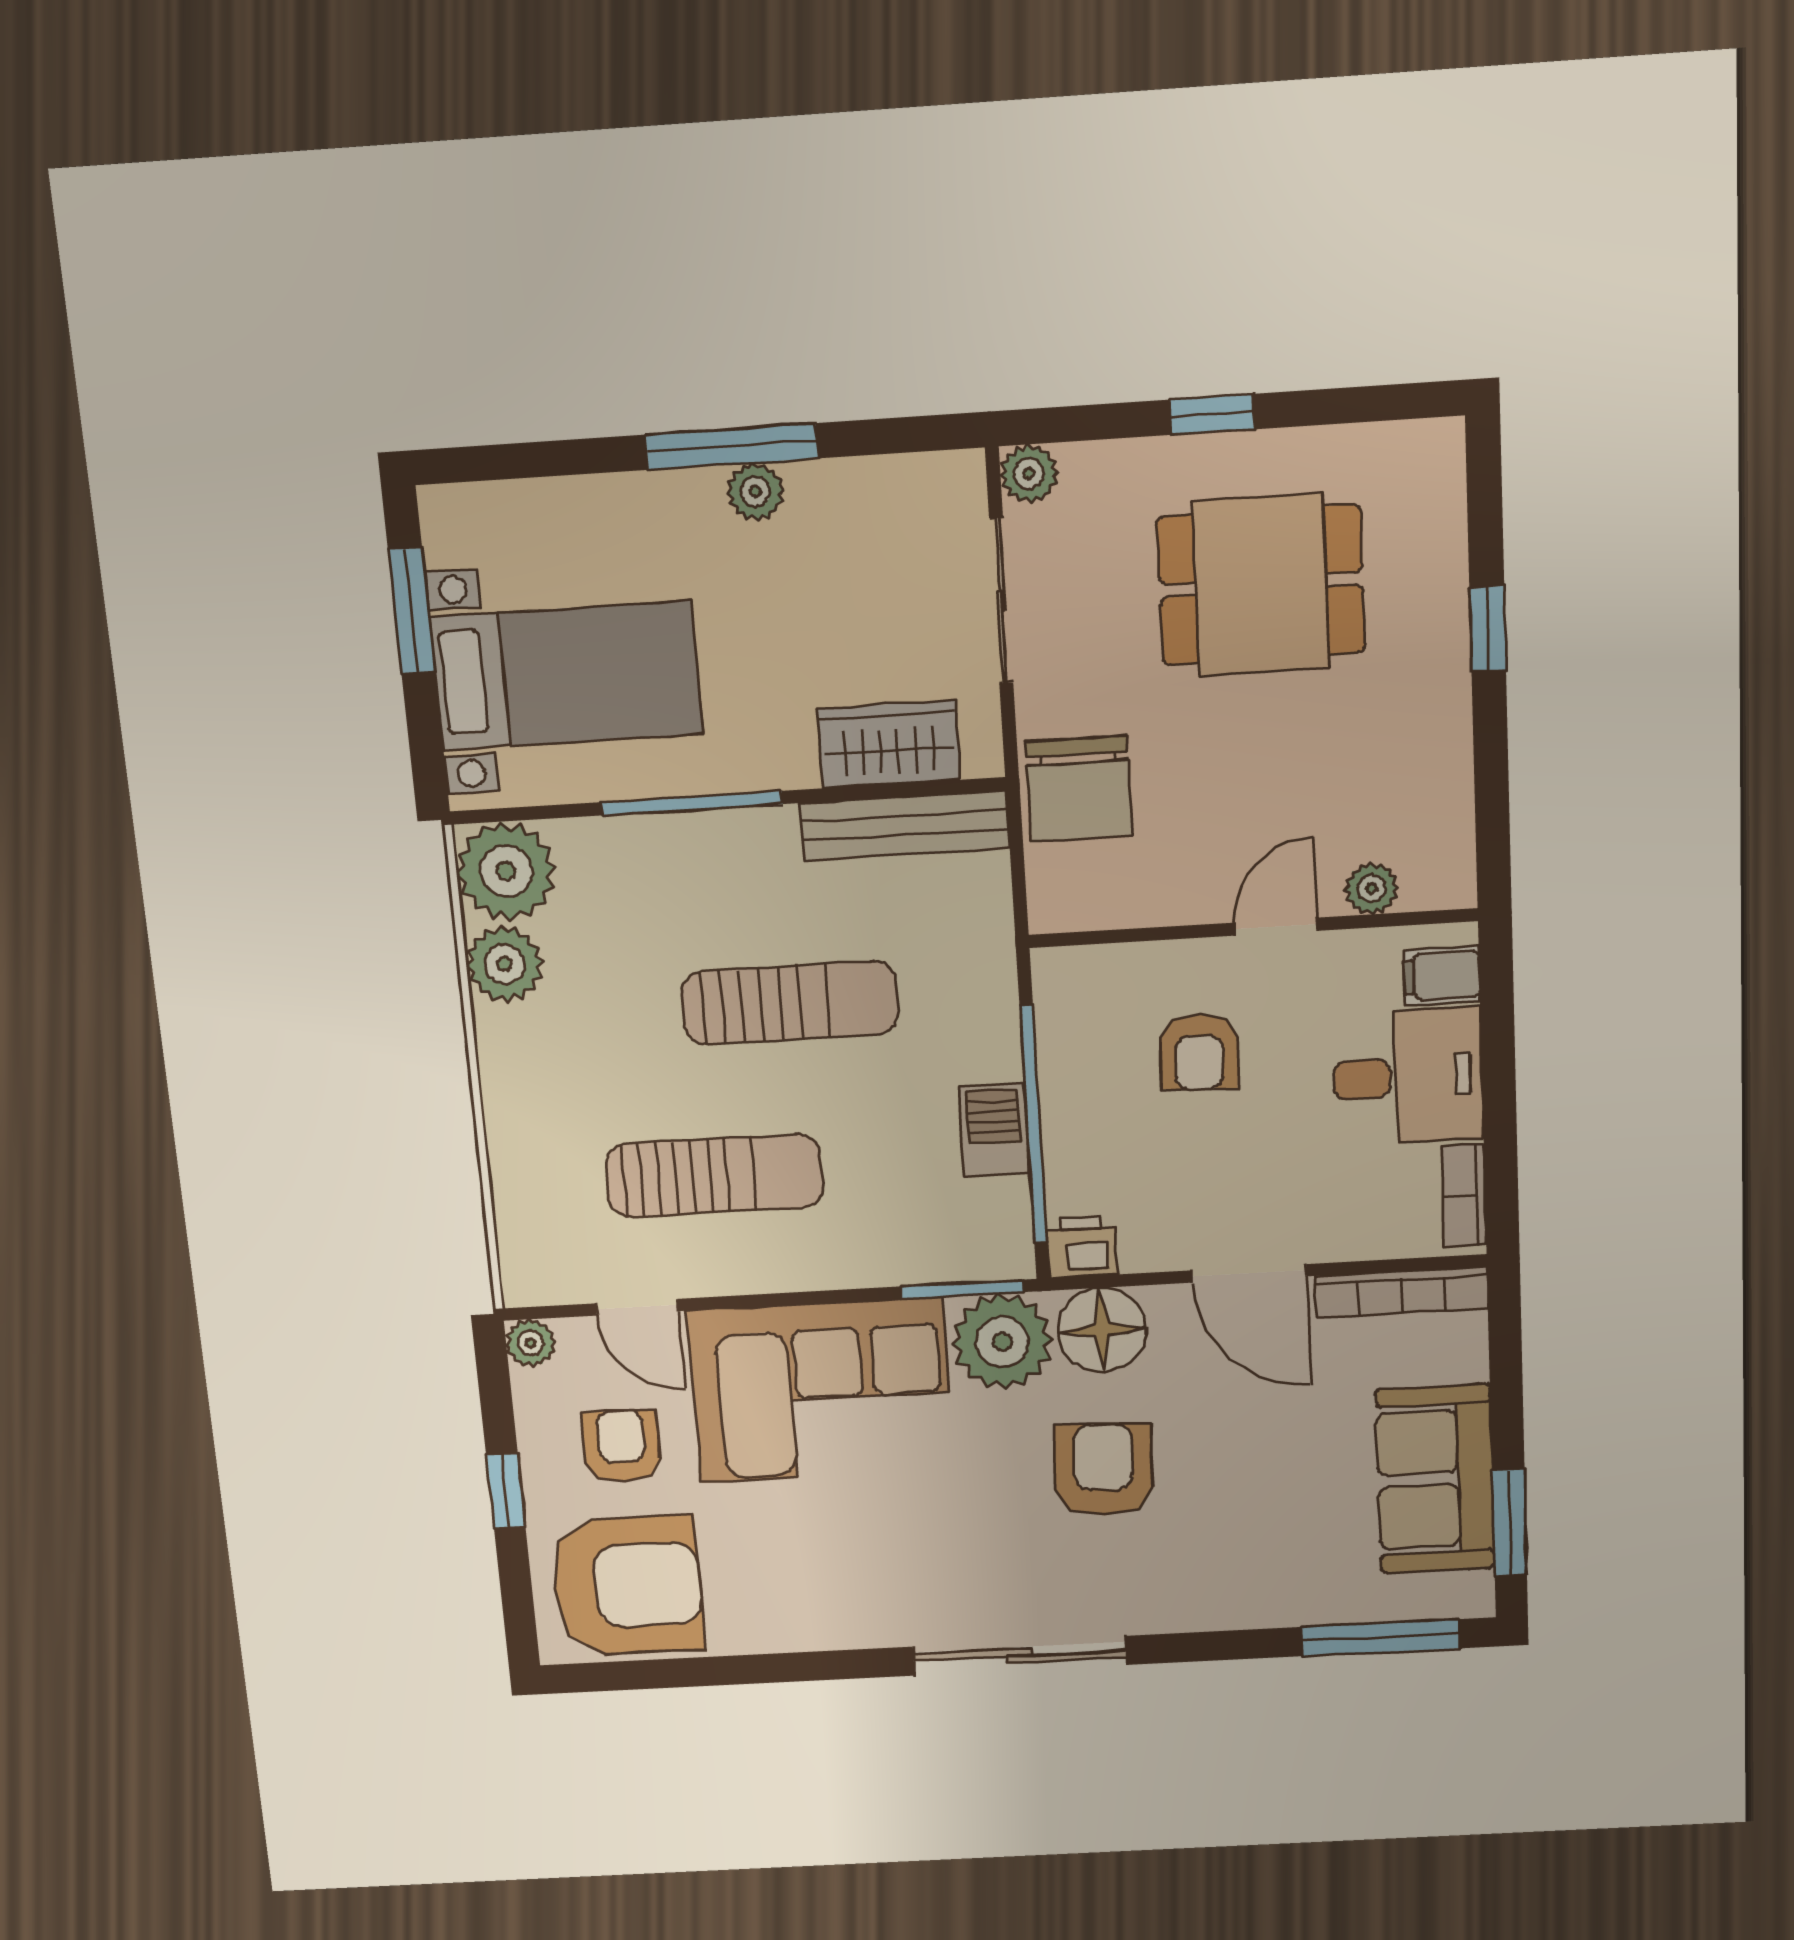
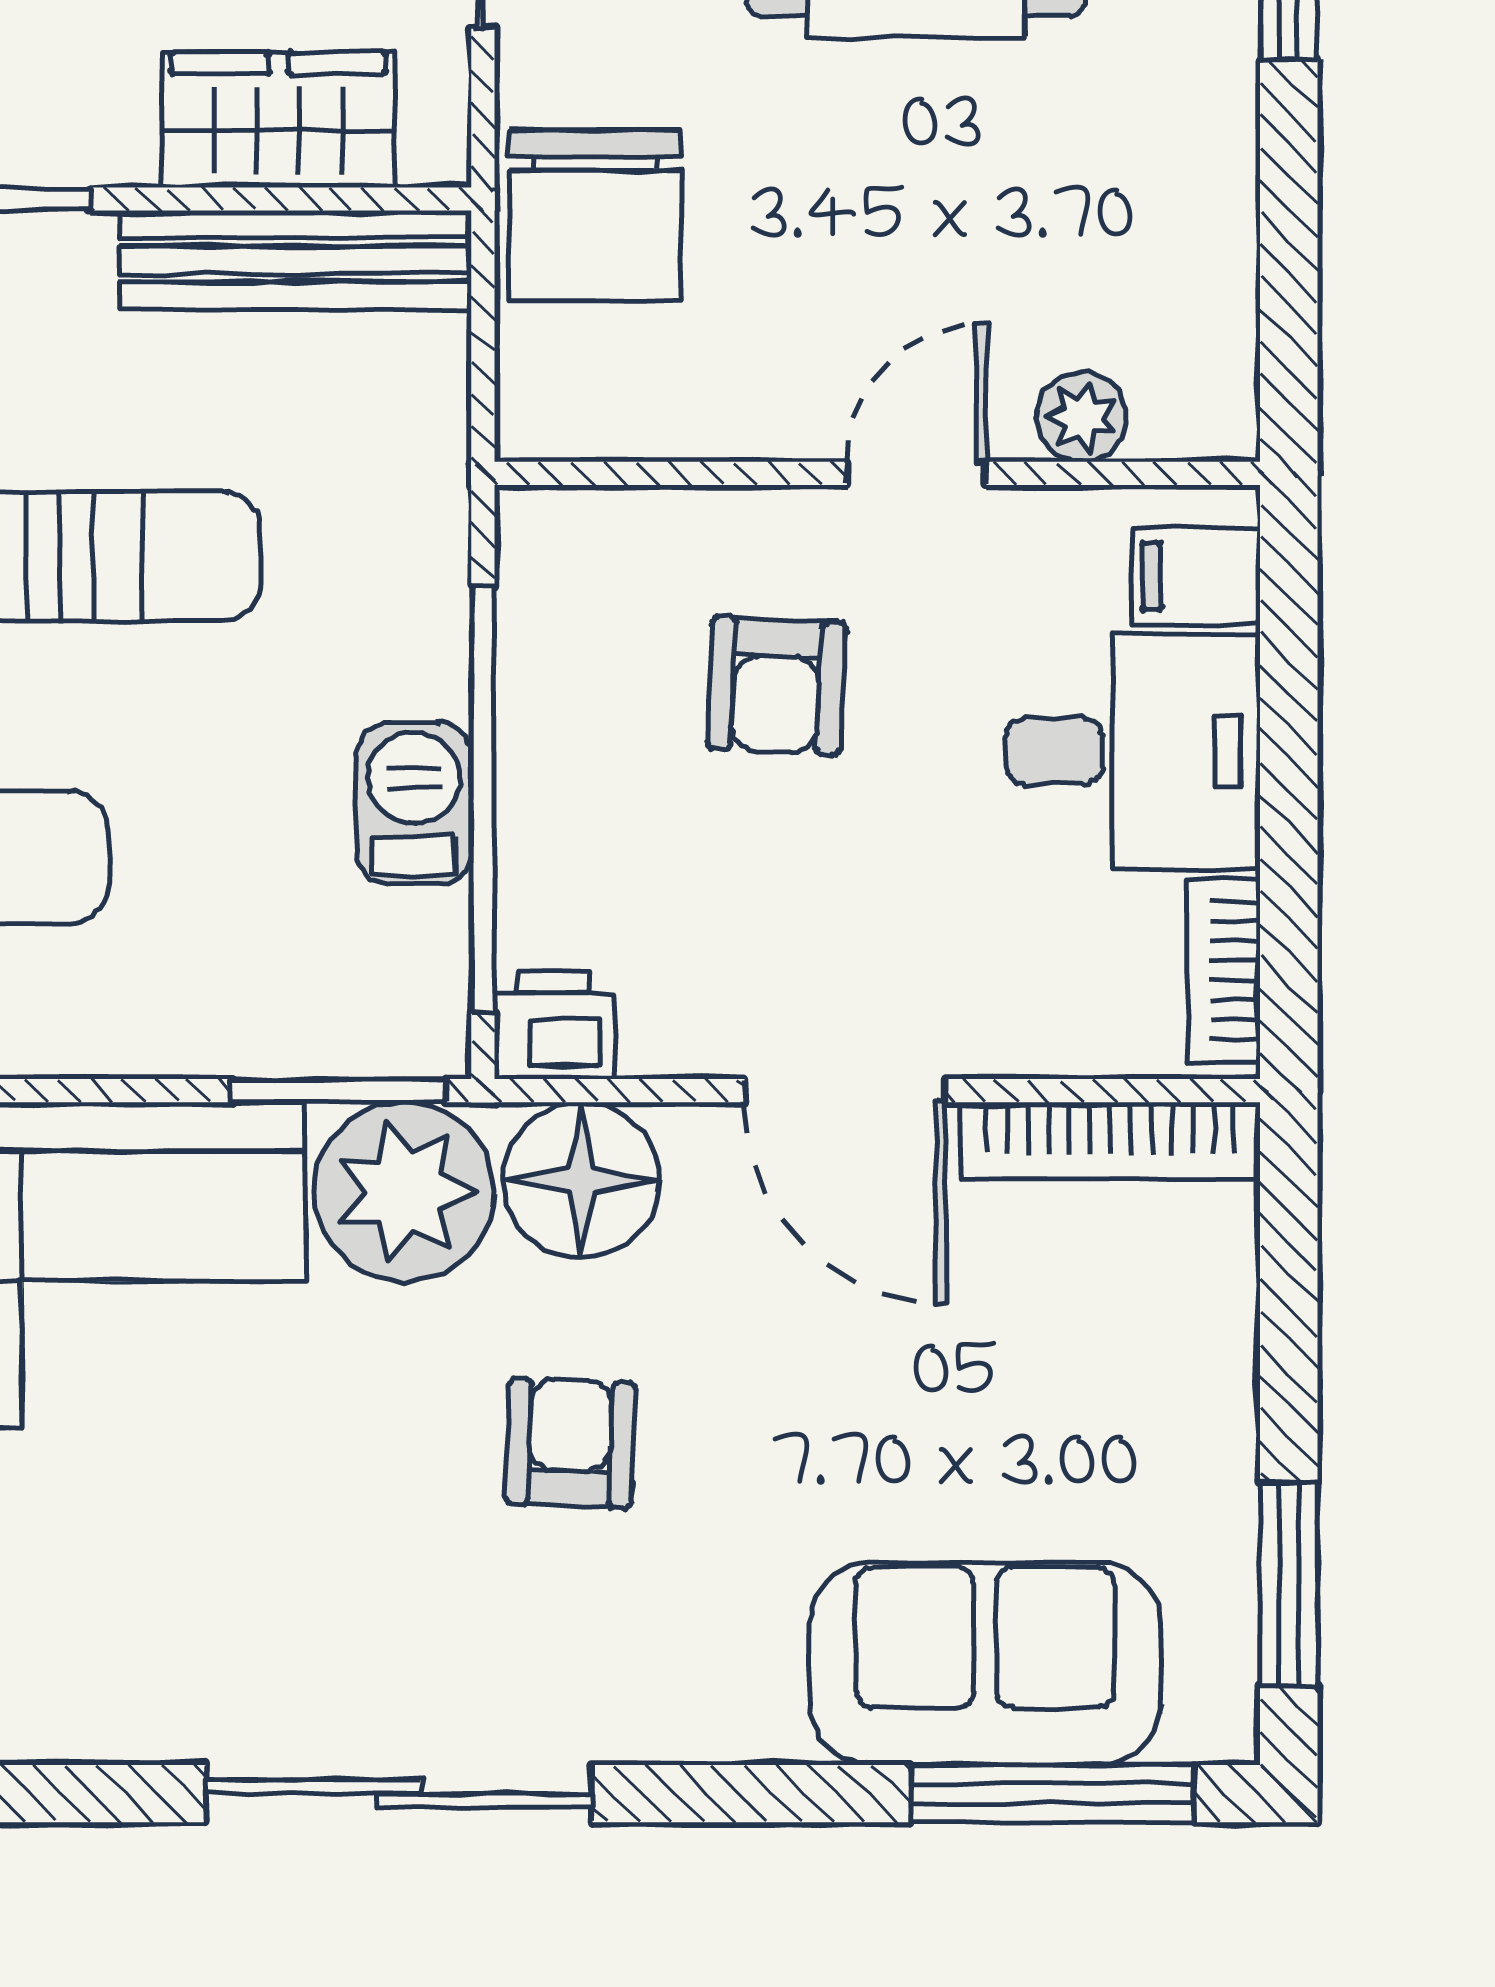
armchair: (1104, 1470) -> (570, 1443), width x0.72, depth x0.72
sofa: (1435, 1479) -> (985, 1664), moved, turned 90

